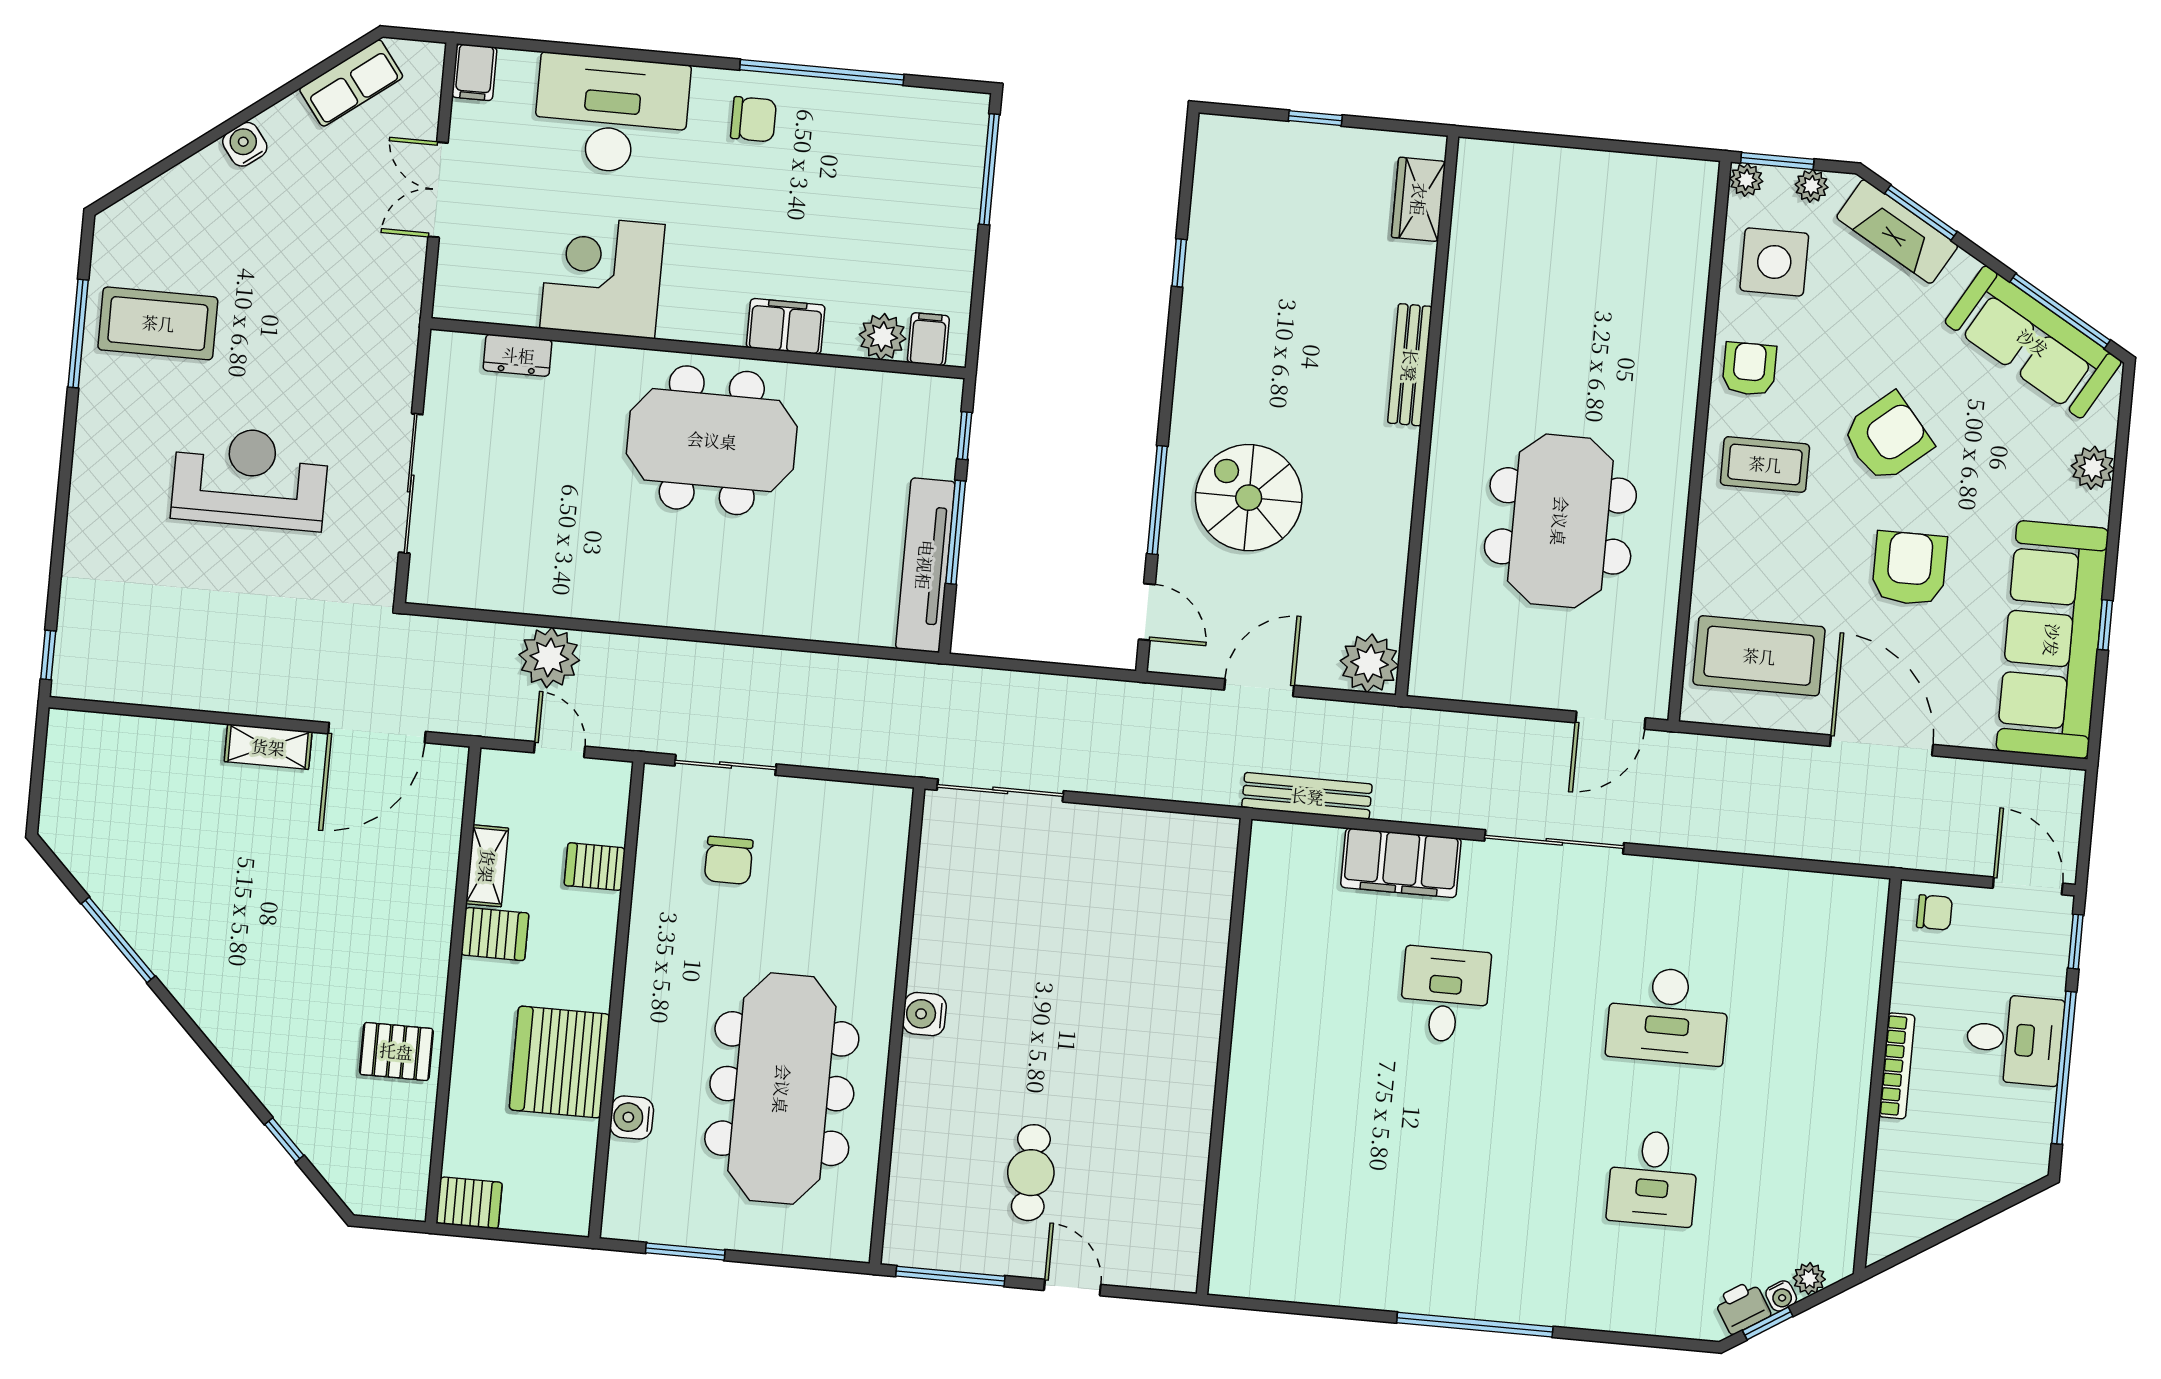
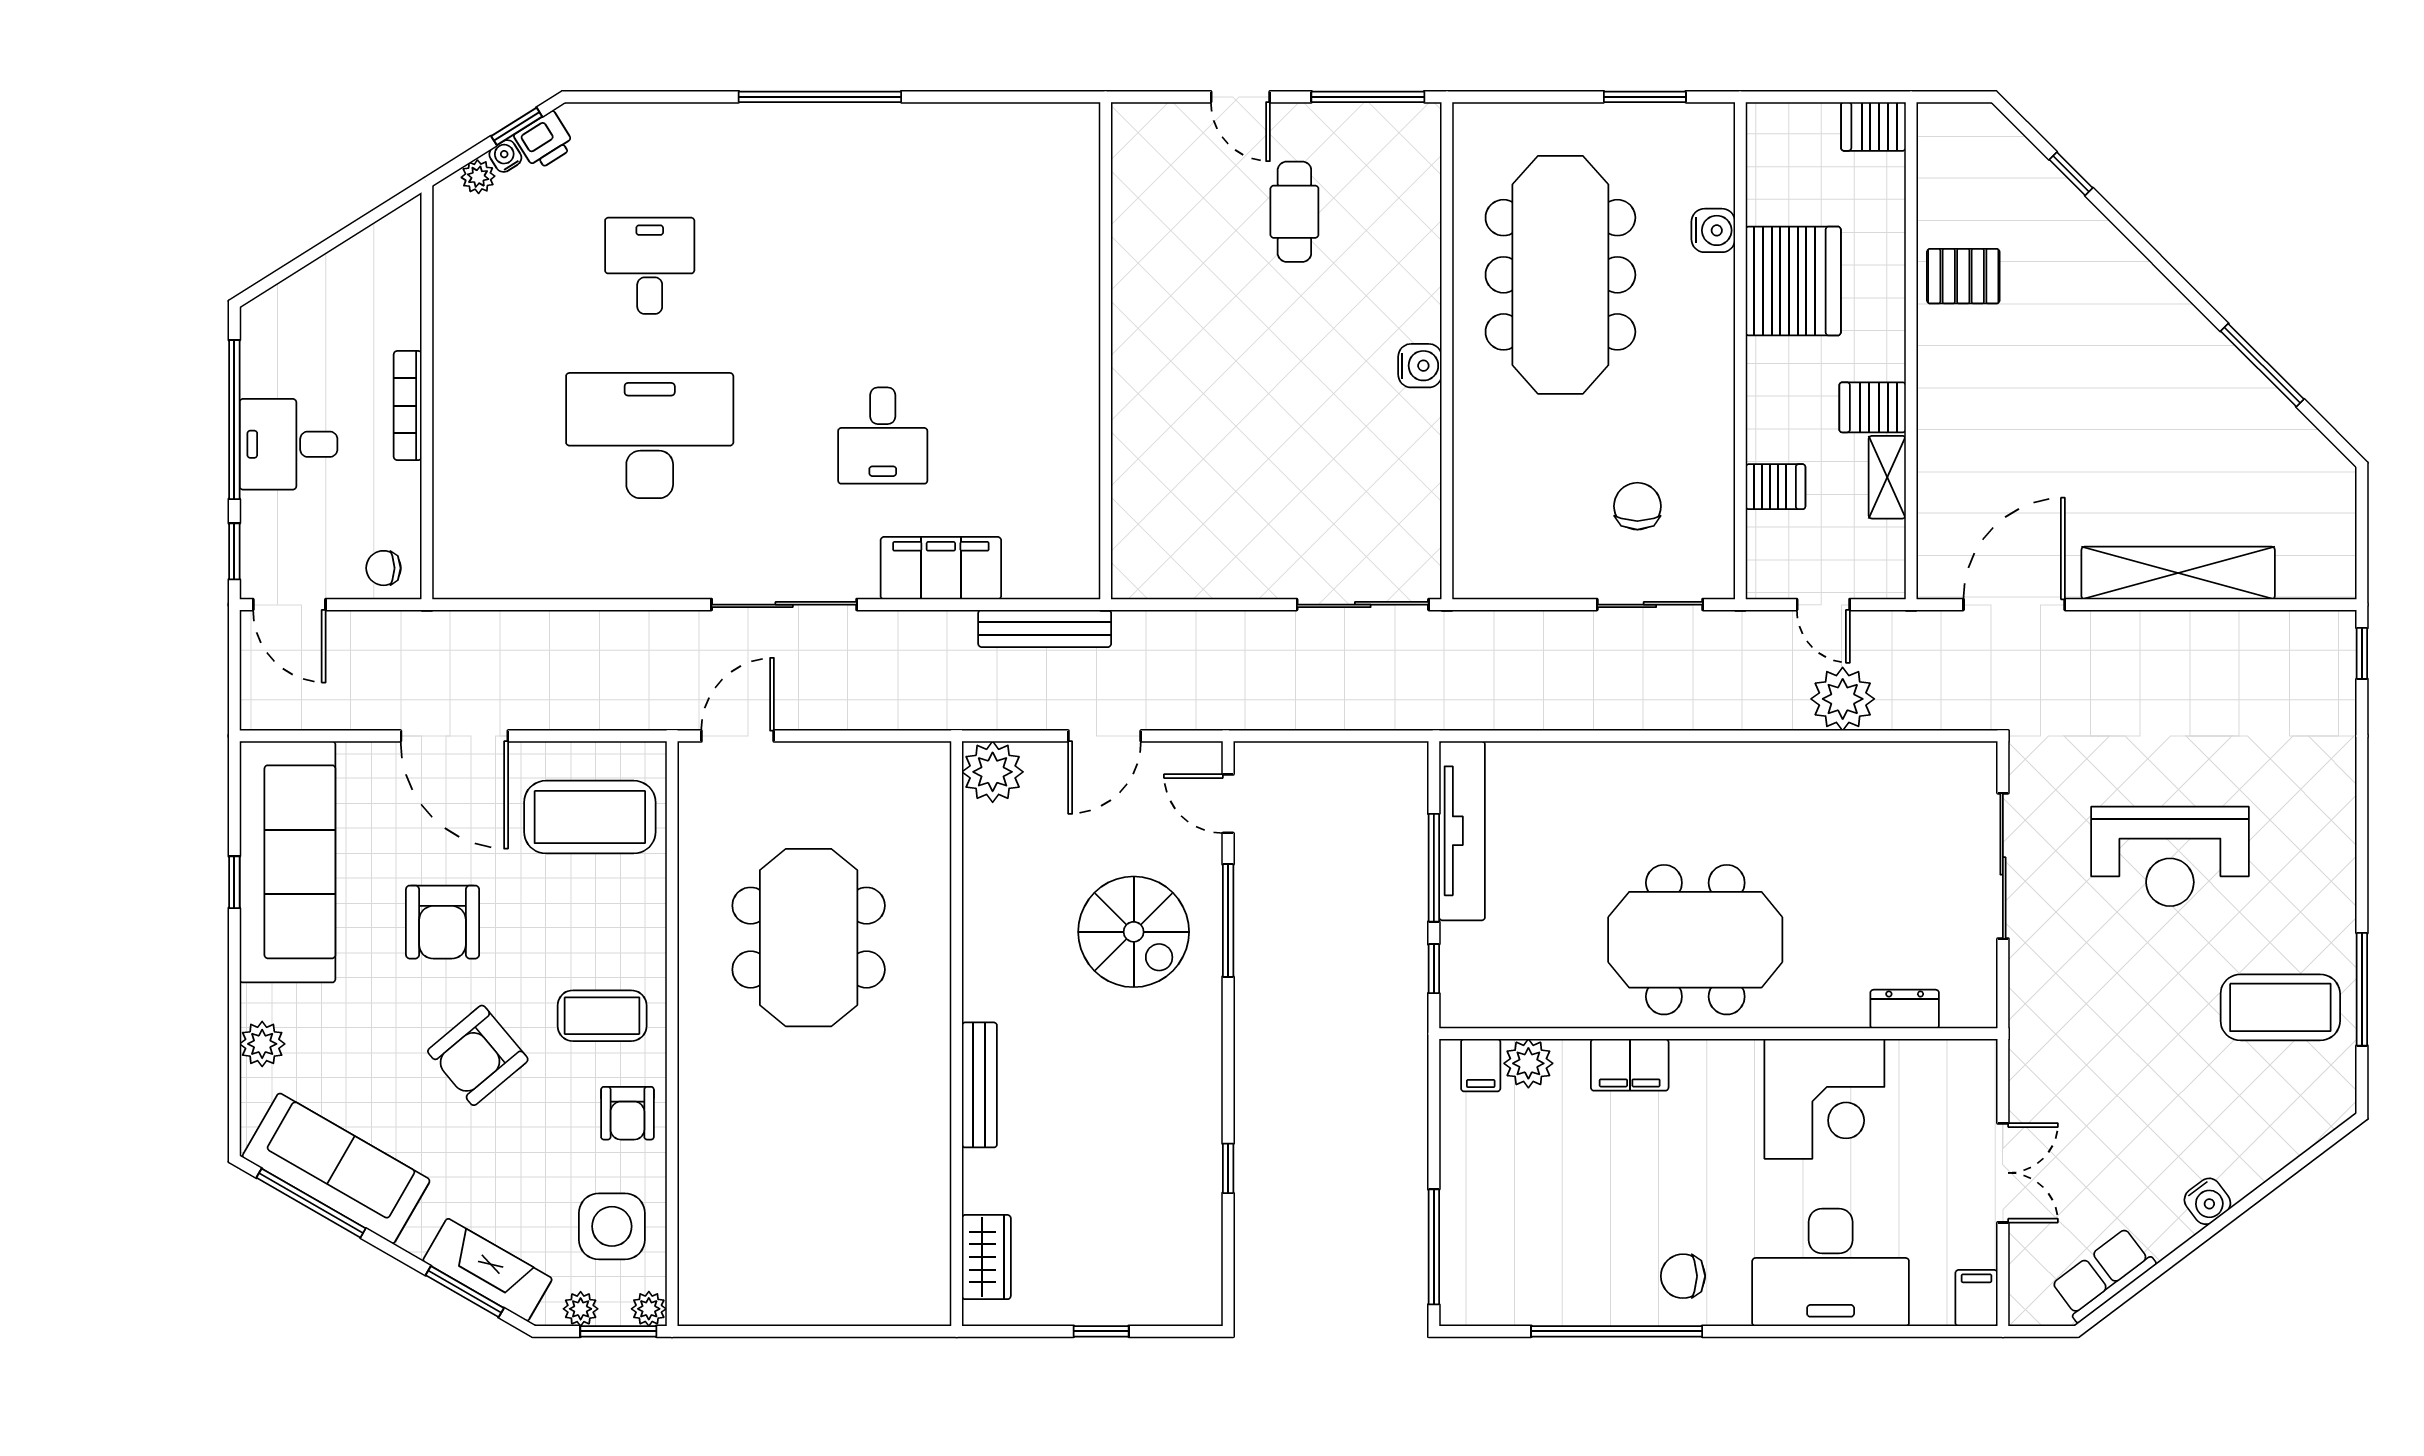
shelving: (268, 747) -> (2178, 573), width x2.20, depth x1.33
desk: (1668, 1016) -> (650, 436), width x1.36, depth x1.30

